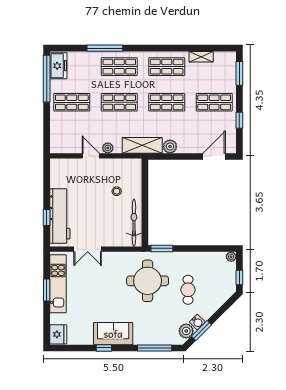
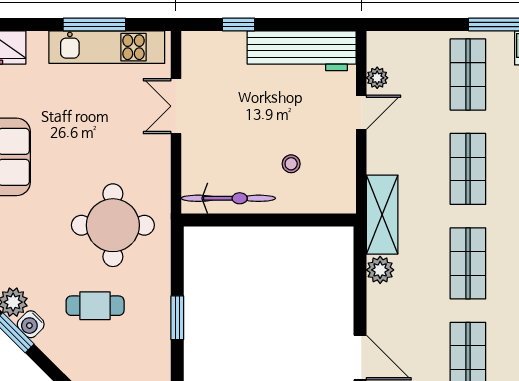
plant: (108, 148) -> (377, 78), moved
workbench: (60, 216) -> (302, 51), moved
window: (162, 248) -> (177, 318), moved
window: (47, 290) -> (94, 24), width x1.44

